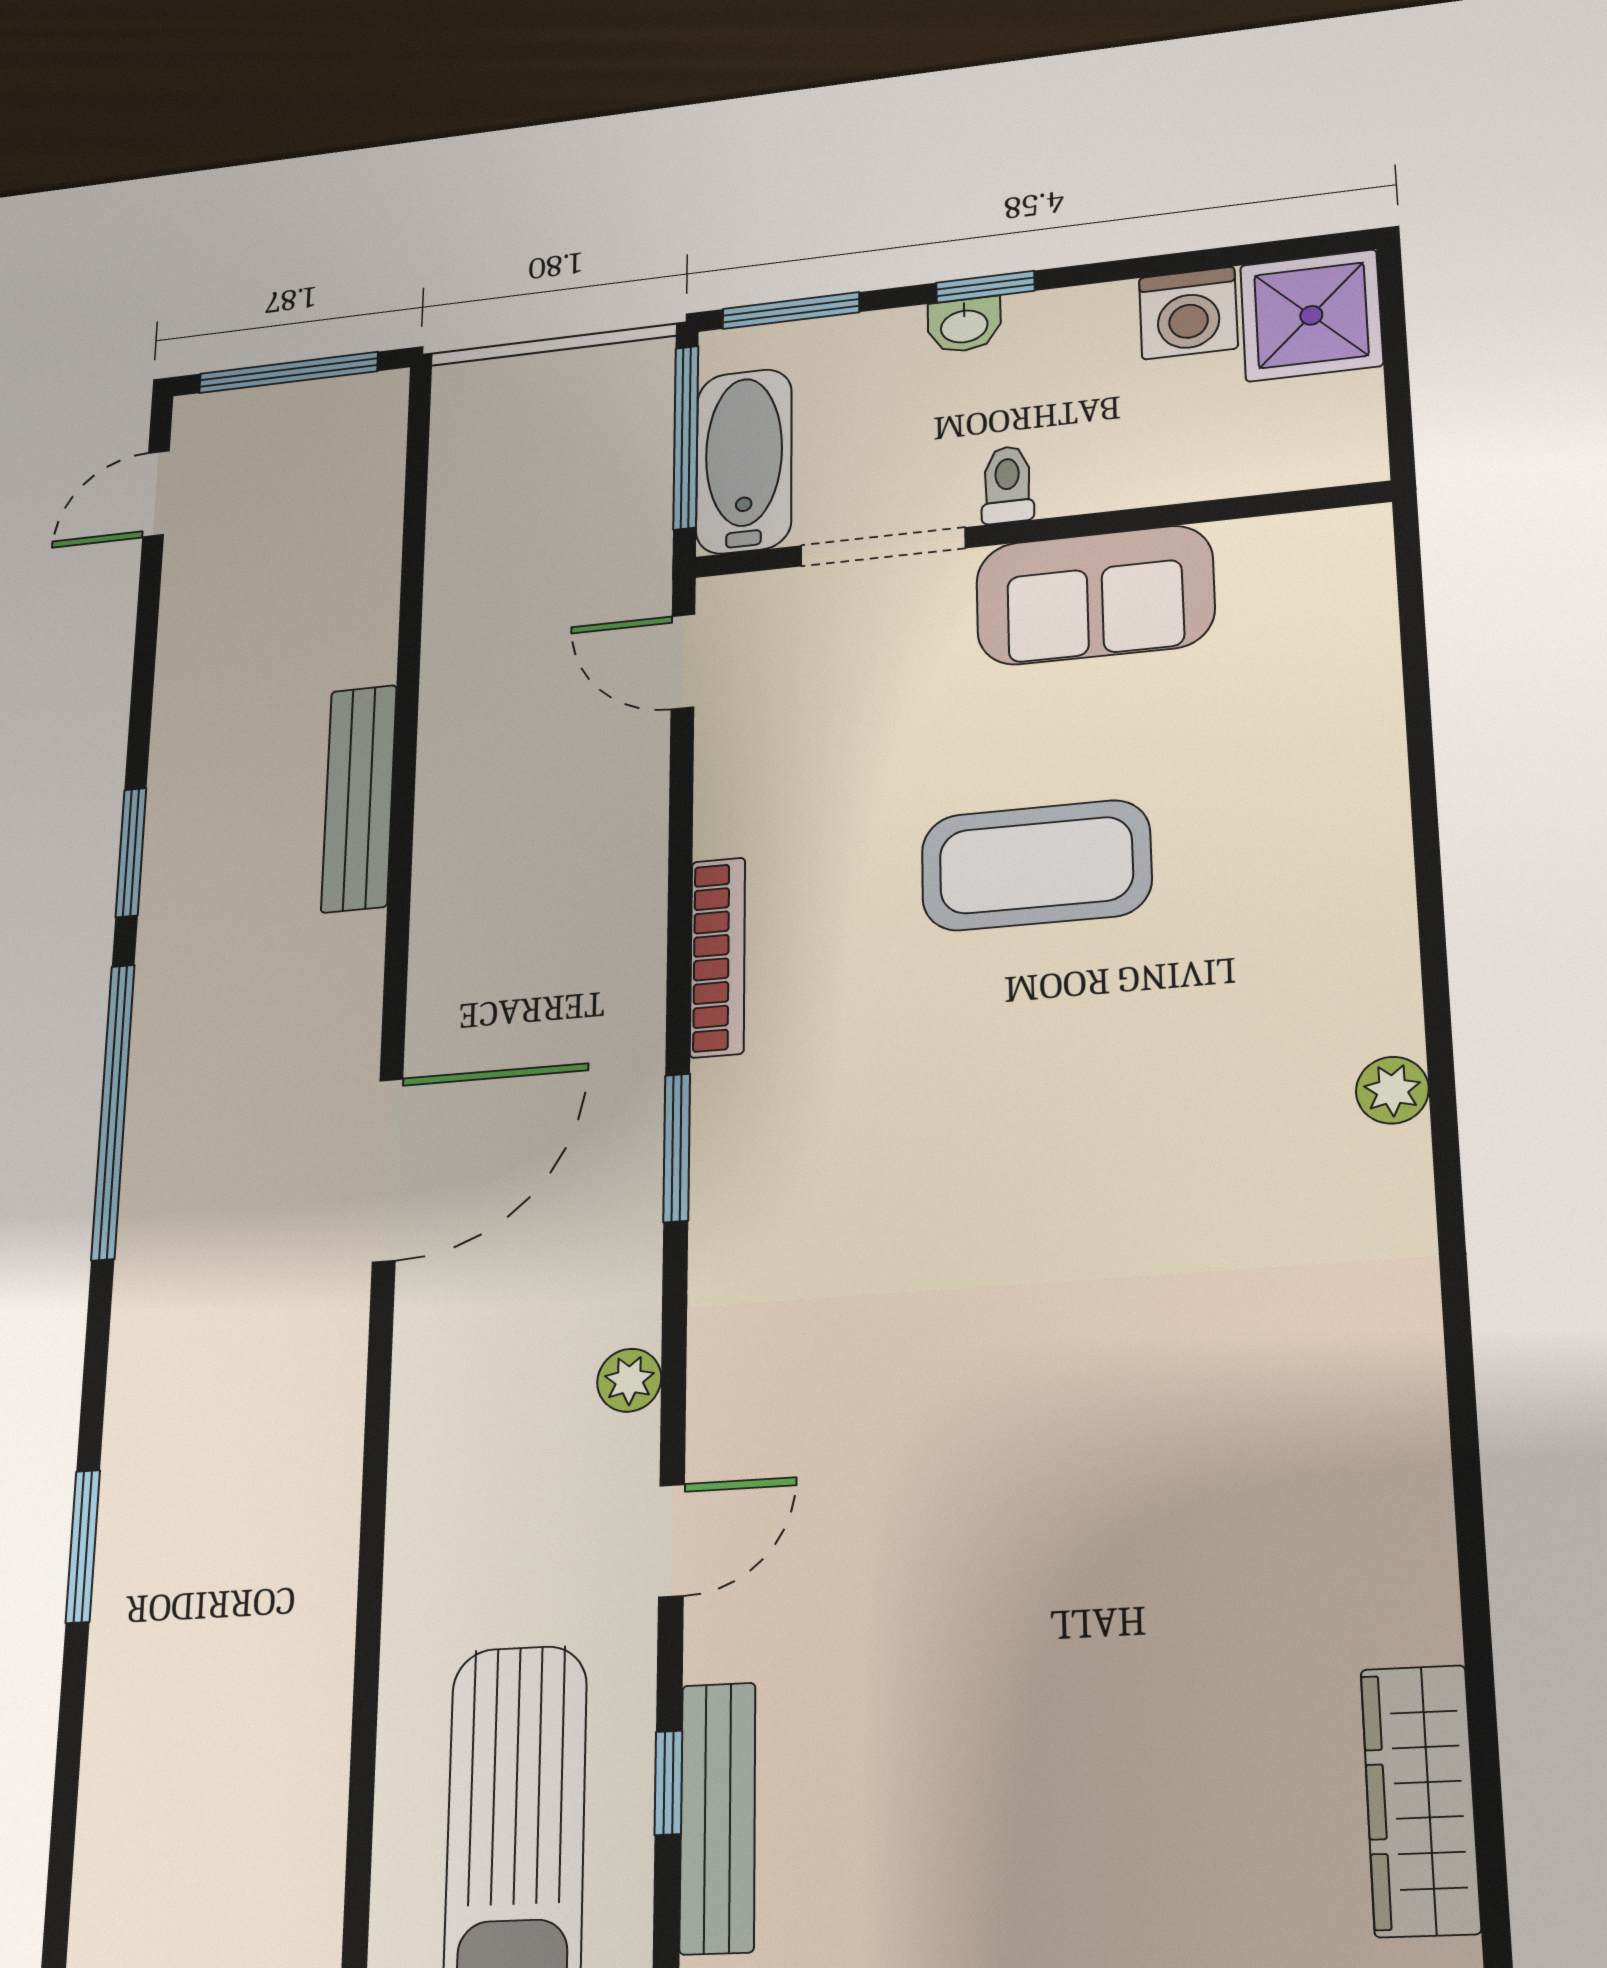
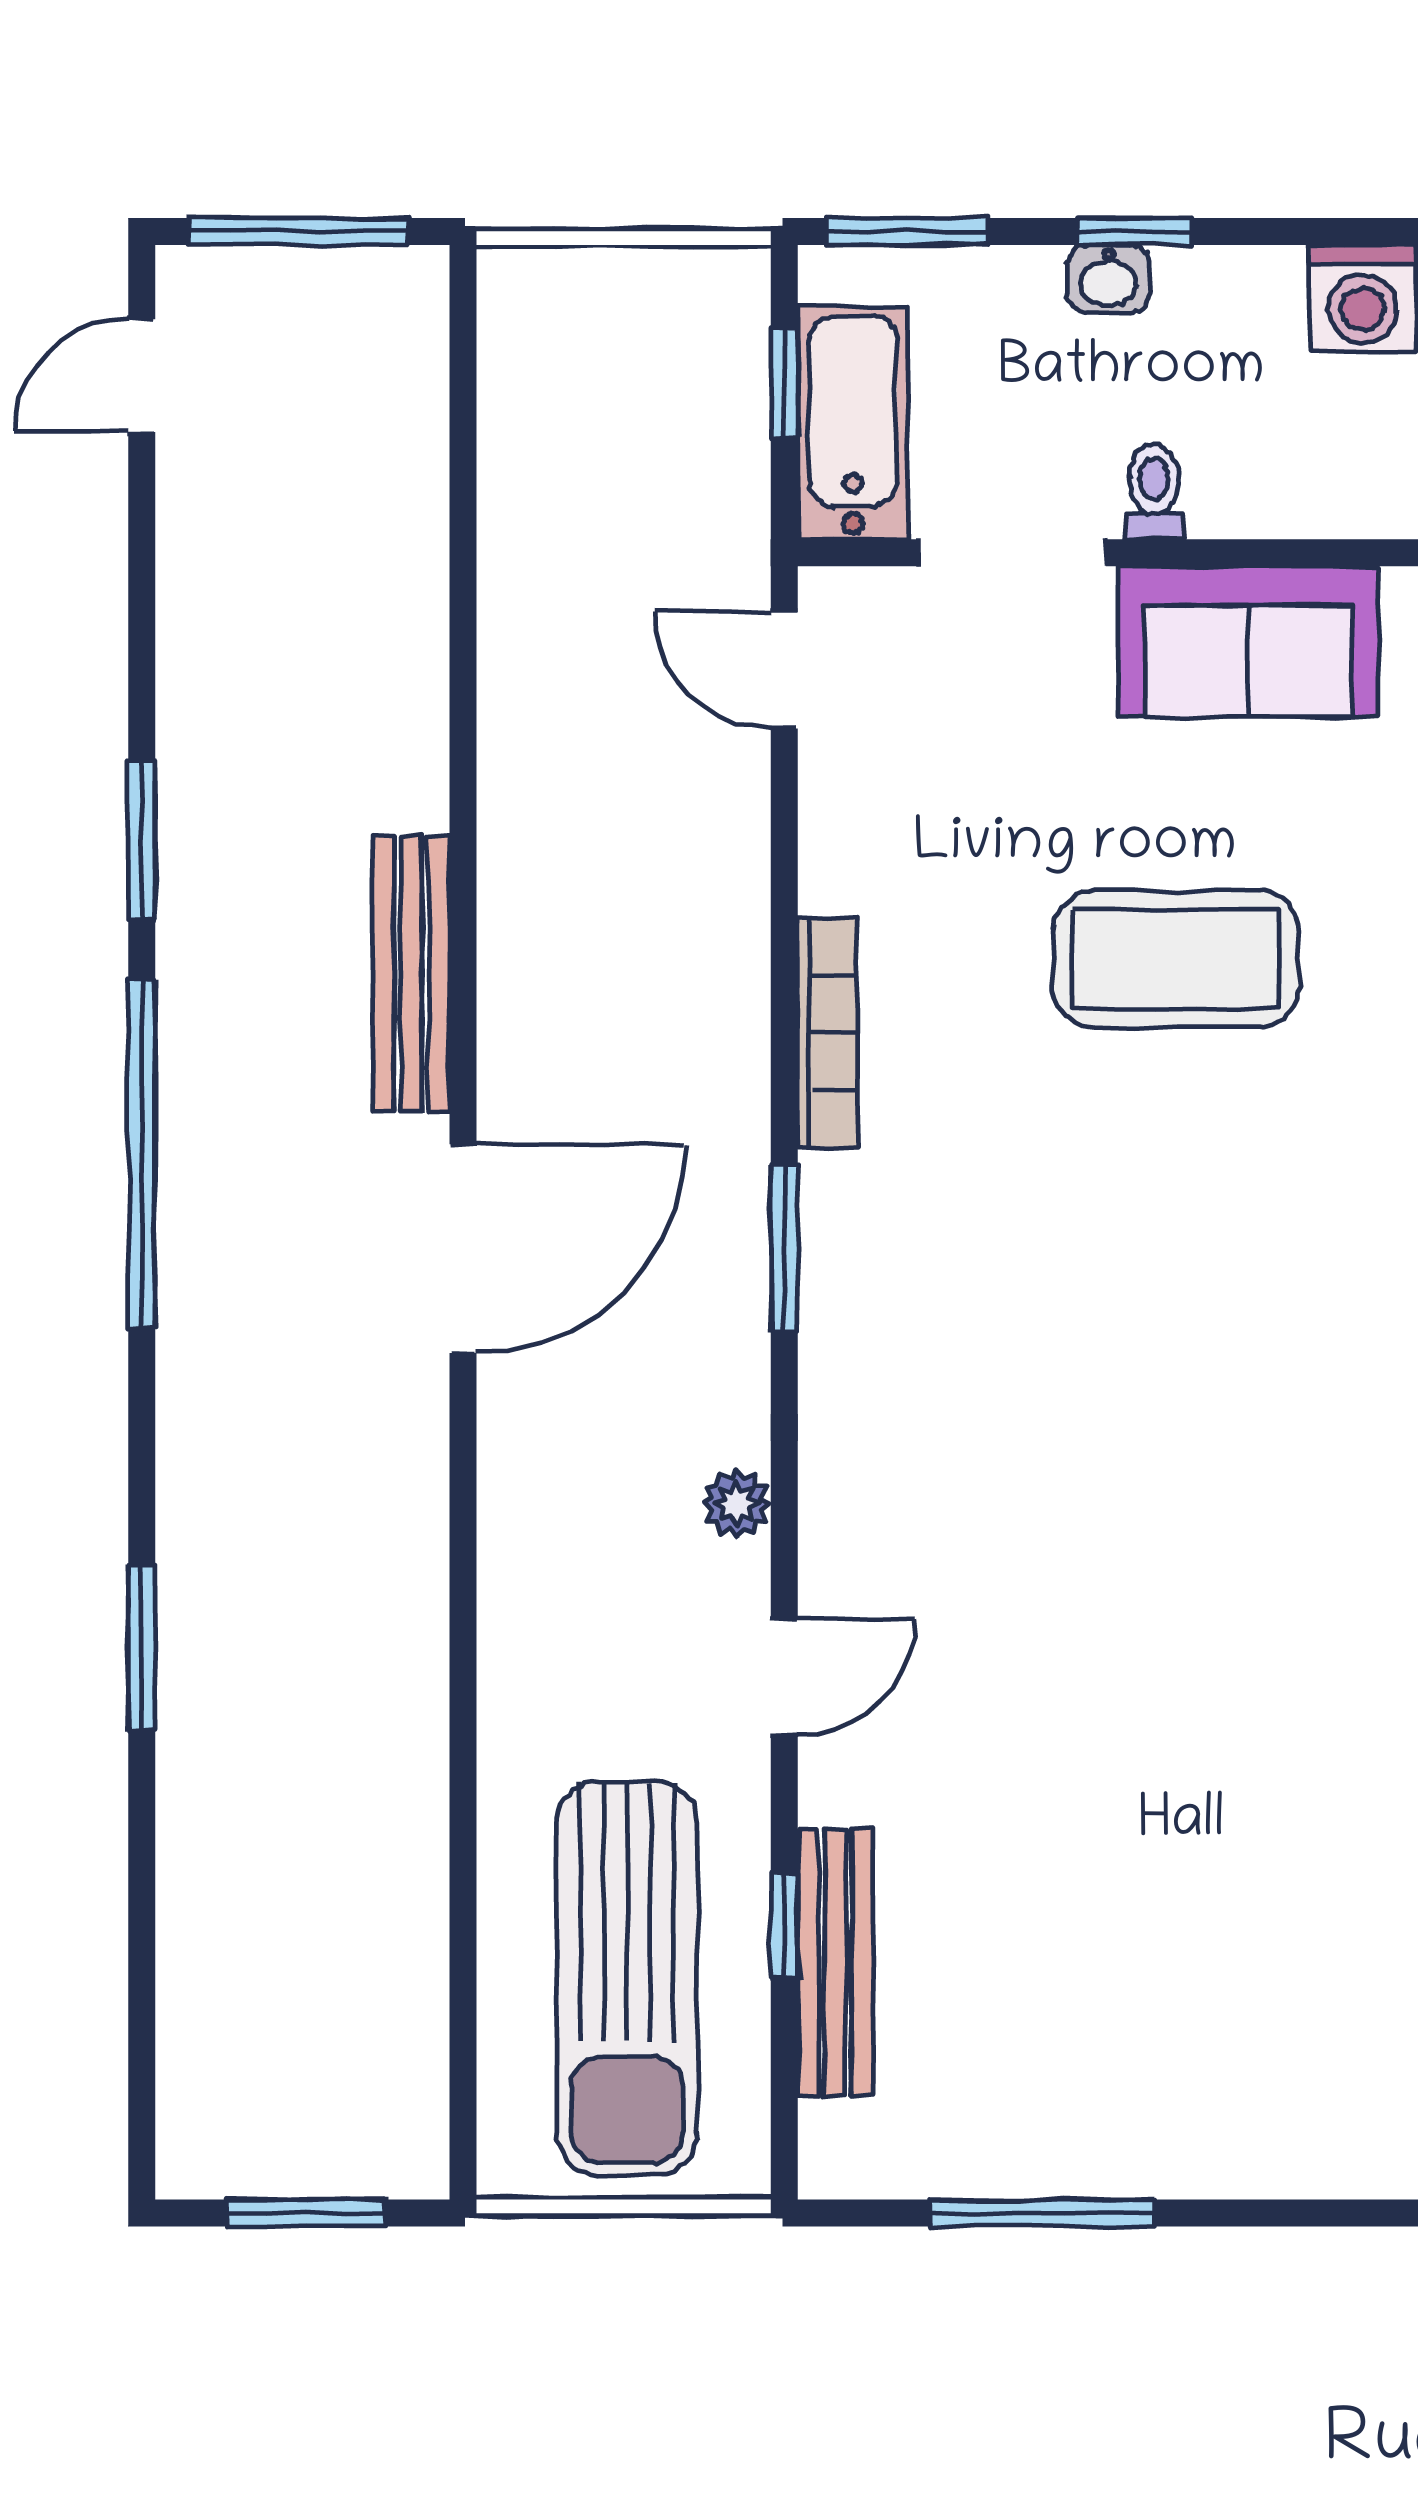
window: (686, 437) -> (784, 383), width x0.46
bench: (359, 798) -> (411, 974), moved

